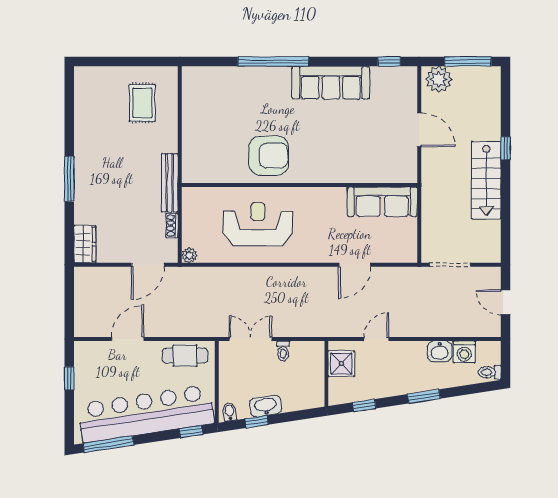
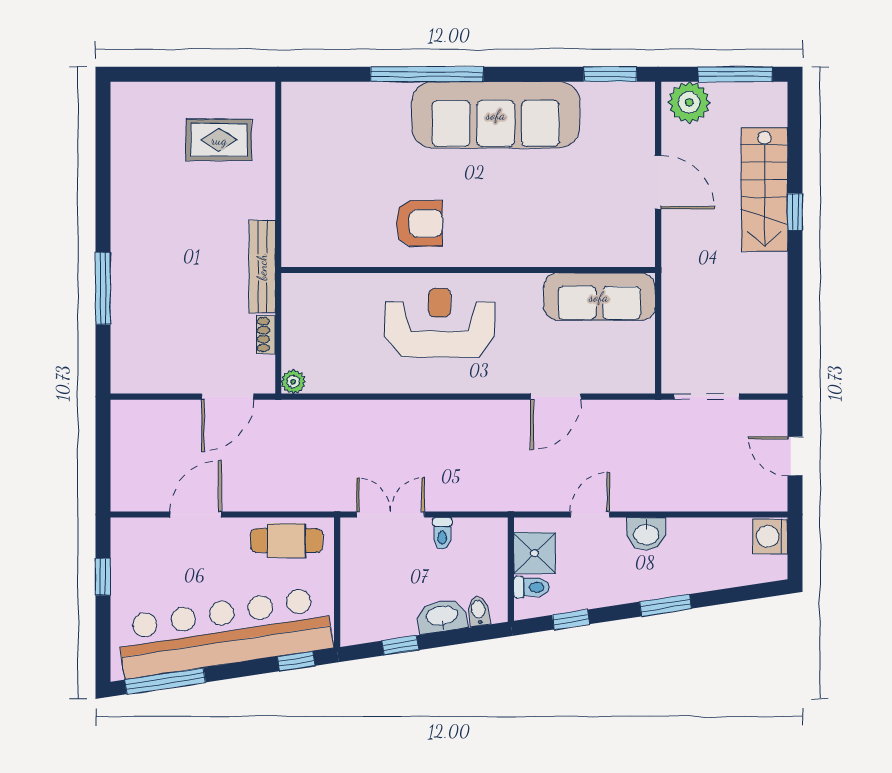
window: (389, 62) -> (610, 74), width x1.50
sofa: (331, 83) -> (496, 115), width x1.36, depth x1.27
rug: (142, 103) -> (219, 140), turned 90
armchair: (269, 156) -> (419, 223), width x0.73, depth x0.73
window: (69, 179) -> (103, 288), moved
stairs: (486, 180) -> (764, 189), moved
reception desk: (258, 224) -> (440, 323), moved
wardrobe: (85, 244) -> (128, 364), removed
washbasin: (440, 351) -> (646, 534), moved
washing machine: (464, 352) -> (770, 536), moved, turned 90
toilet: (490, 372) -> (532, 587), moved, turned 180
washbasin: (265, 406) -> (442, 616), moved
bidet: (229, 412) -> (479, 611), moved

